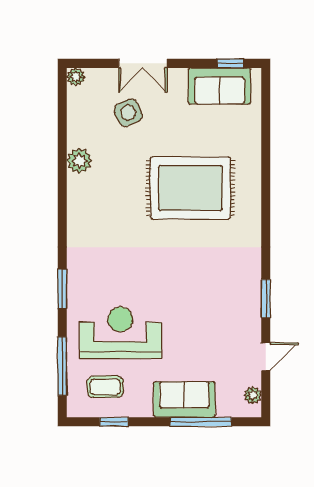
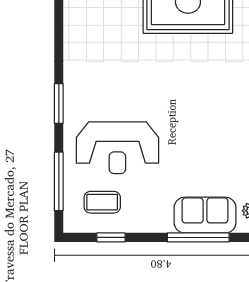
reception desk: (120, 333) -> (117, 148), turned 180
sofa: (184, 400) -> (205, 215), moved

